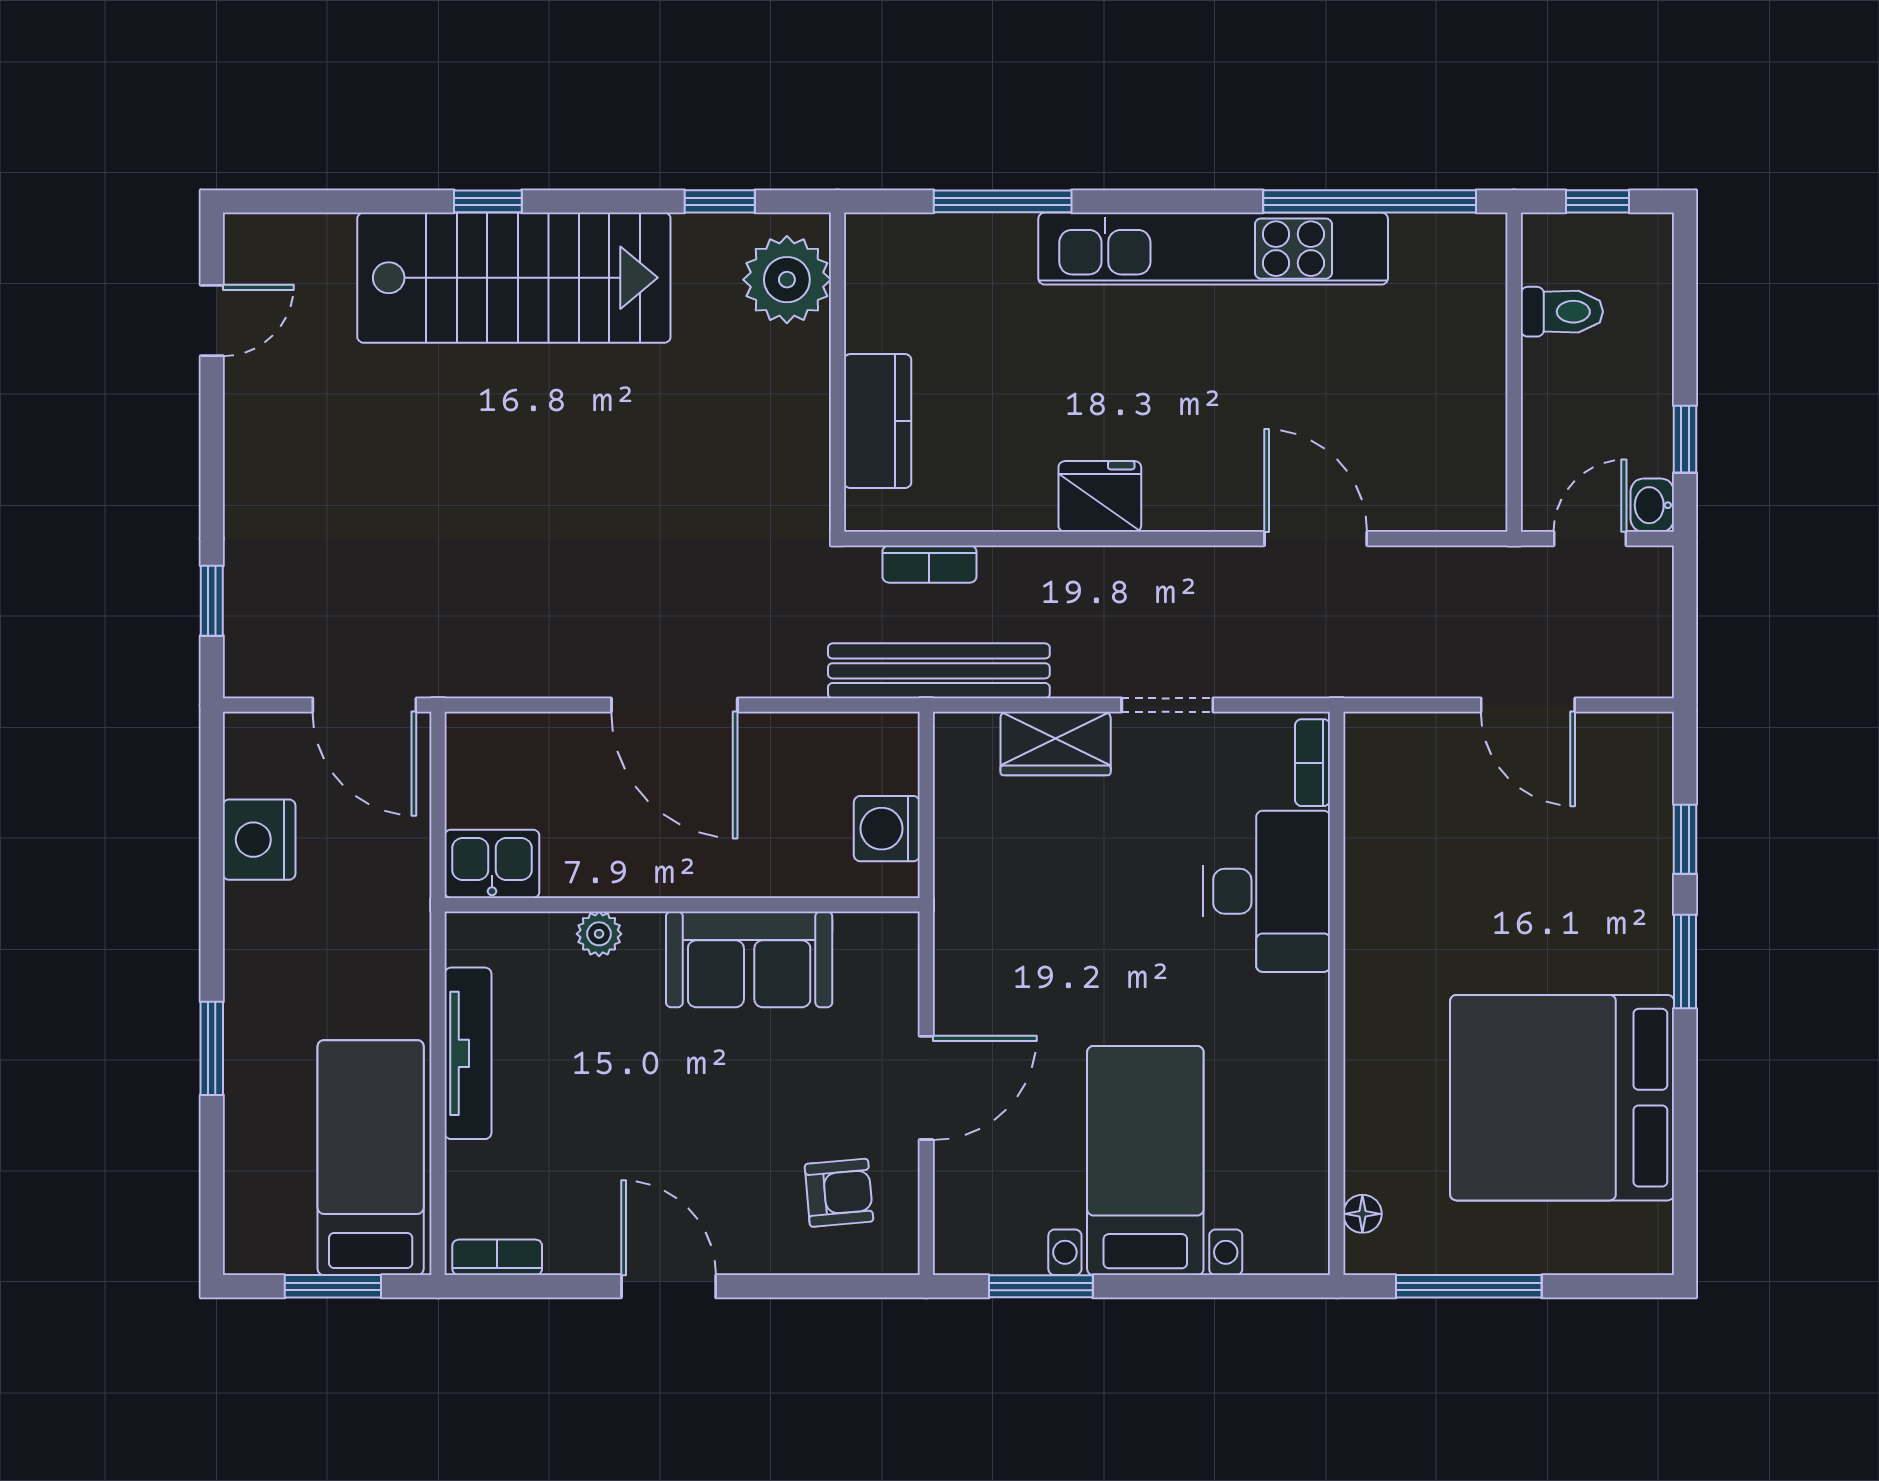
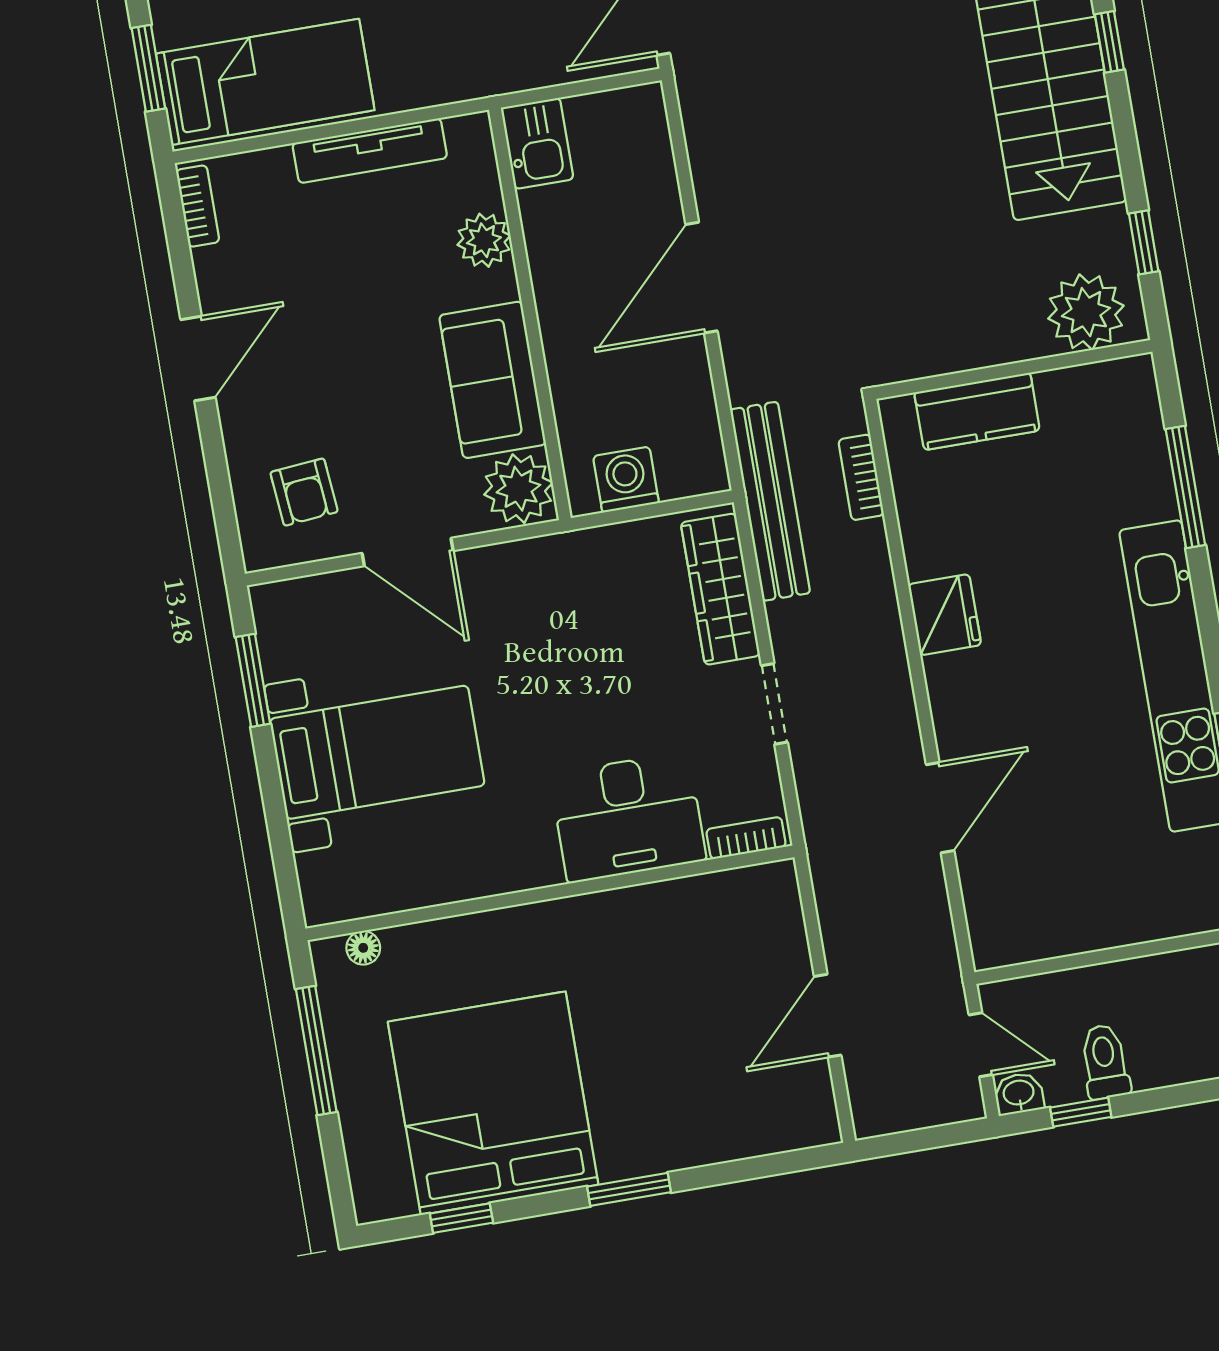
toilet: (1562, 312) -> (1105, 1062), moved, turned 180
wardrobe: (1056, 744) -> (720, 589), width x1.50
window: (1685, 839) -> (461, 1218), moved
plant: (599, 934) -> (484, 240), width x1.38, depth x1.38
plant: (876, 951) -> (518, 489), added

